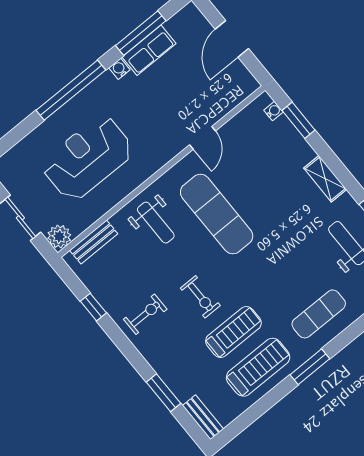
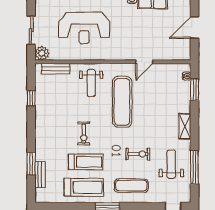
reception desk: (88, 158) -> (84, 28), turned 180
exercise bike: (145, 314) -> (138, 154), moved
bench: (203, 417) -> (40, 175), moved

